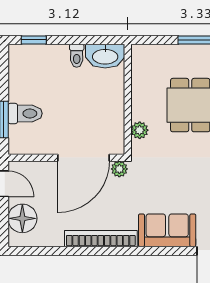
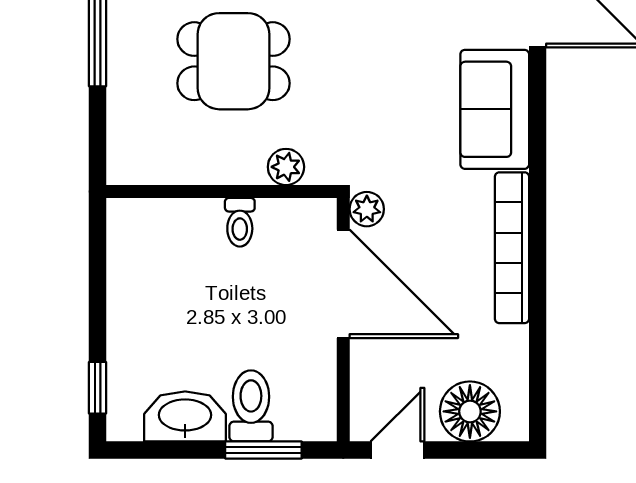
toilet: (77, 56) -> (240, 222), moved, turned 90
washbasin: (105, 56) -> (185, 416), moved, turned -90

